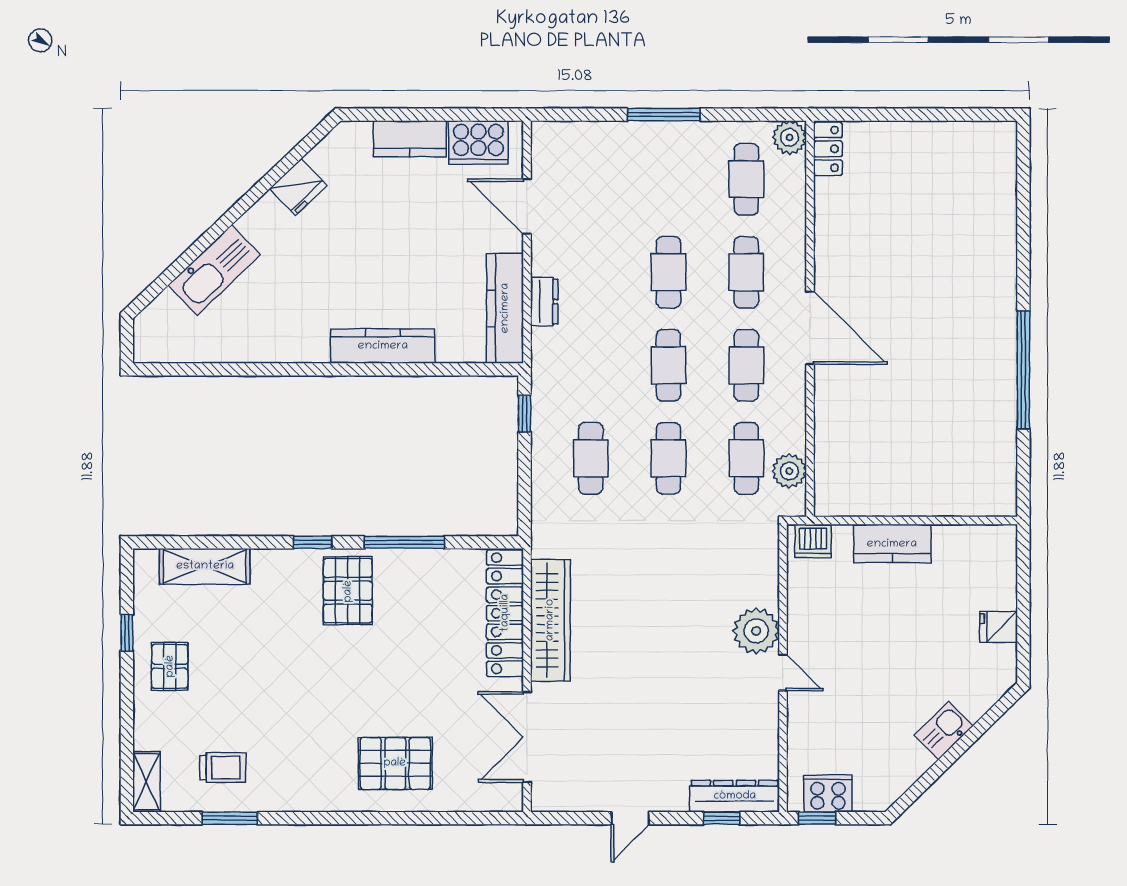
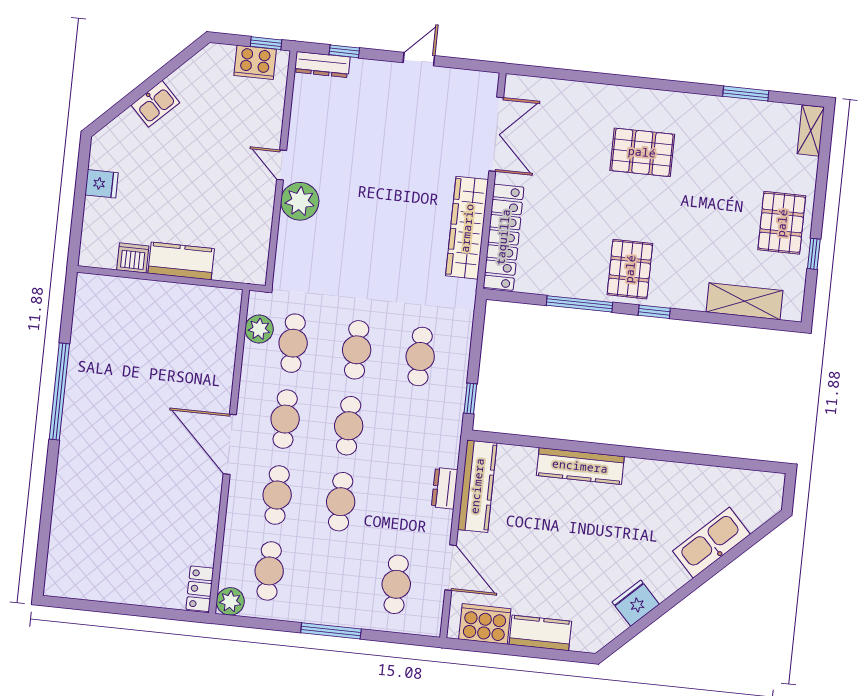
cafe table: (591, 179) -> (396, 584), added
dishwasher: (813, 541) -> (133, 258), moved
pallet: (170, 666) -> (782, 223), width x1.50, depth x1.42
pallet: (395, 763) -> (642, 152), moved
trolley: (223, 768) -> (747, 135), removed
dresser: (735, 796) -> (322, 65), width x0.73, depth x0.80

